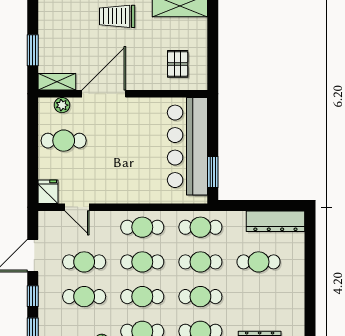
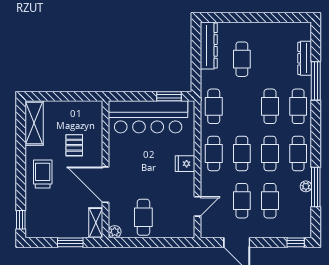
trolley: (117, 16) -> (43, 174), turned 180
pallet: (178, 64) -> (74, 145), moved, turned 90
plant: (62, 105) -> (115, 232), moved
fridge: (48, 192) -> (185, 164), moved
cafe table: (200, 262) -> (242, 106), removed
window: (33, 296) -> (270, 242), removed

